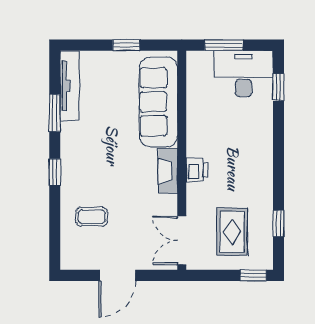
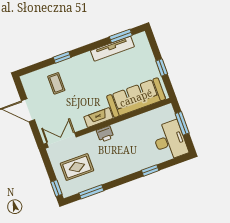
tv unit: (70, 86) -> (112, 49), moved
window: (278, 87) -> (150, 170), moved
window: (55, 113) -> (121, 36), moved
window: (55, 172) -> (62, 57), moved
window: (278, 223) -> (91, 192), width x1.50

